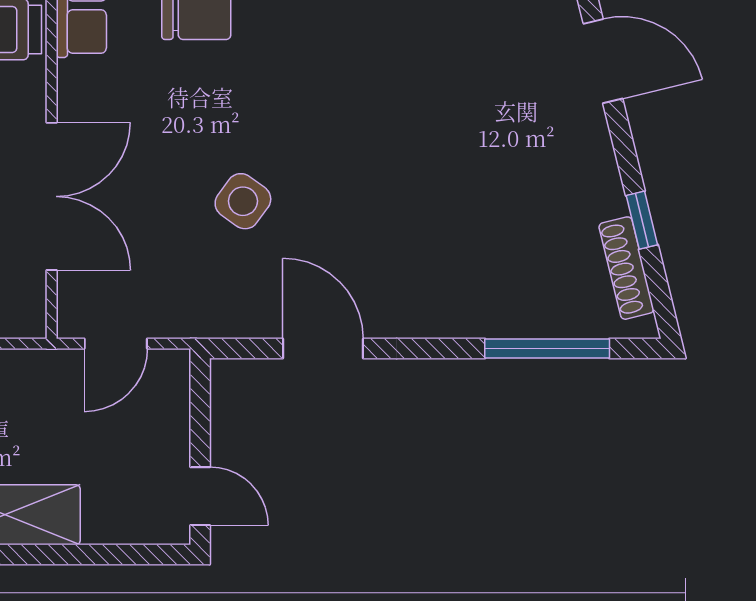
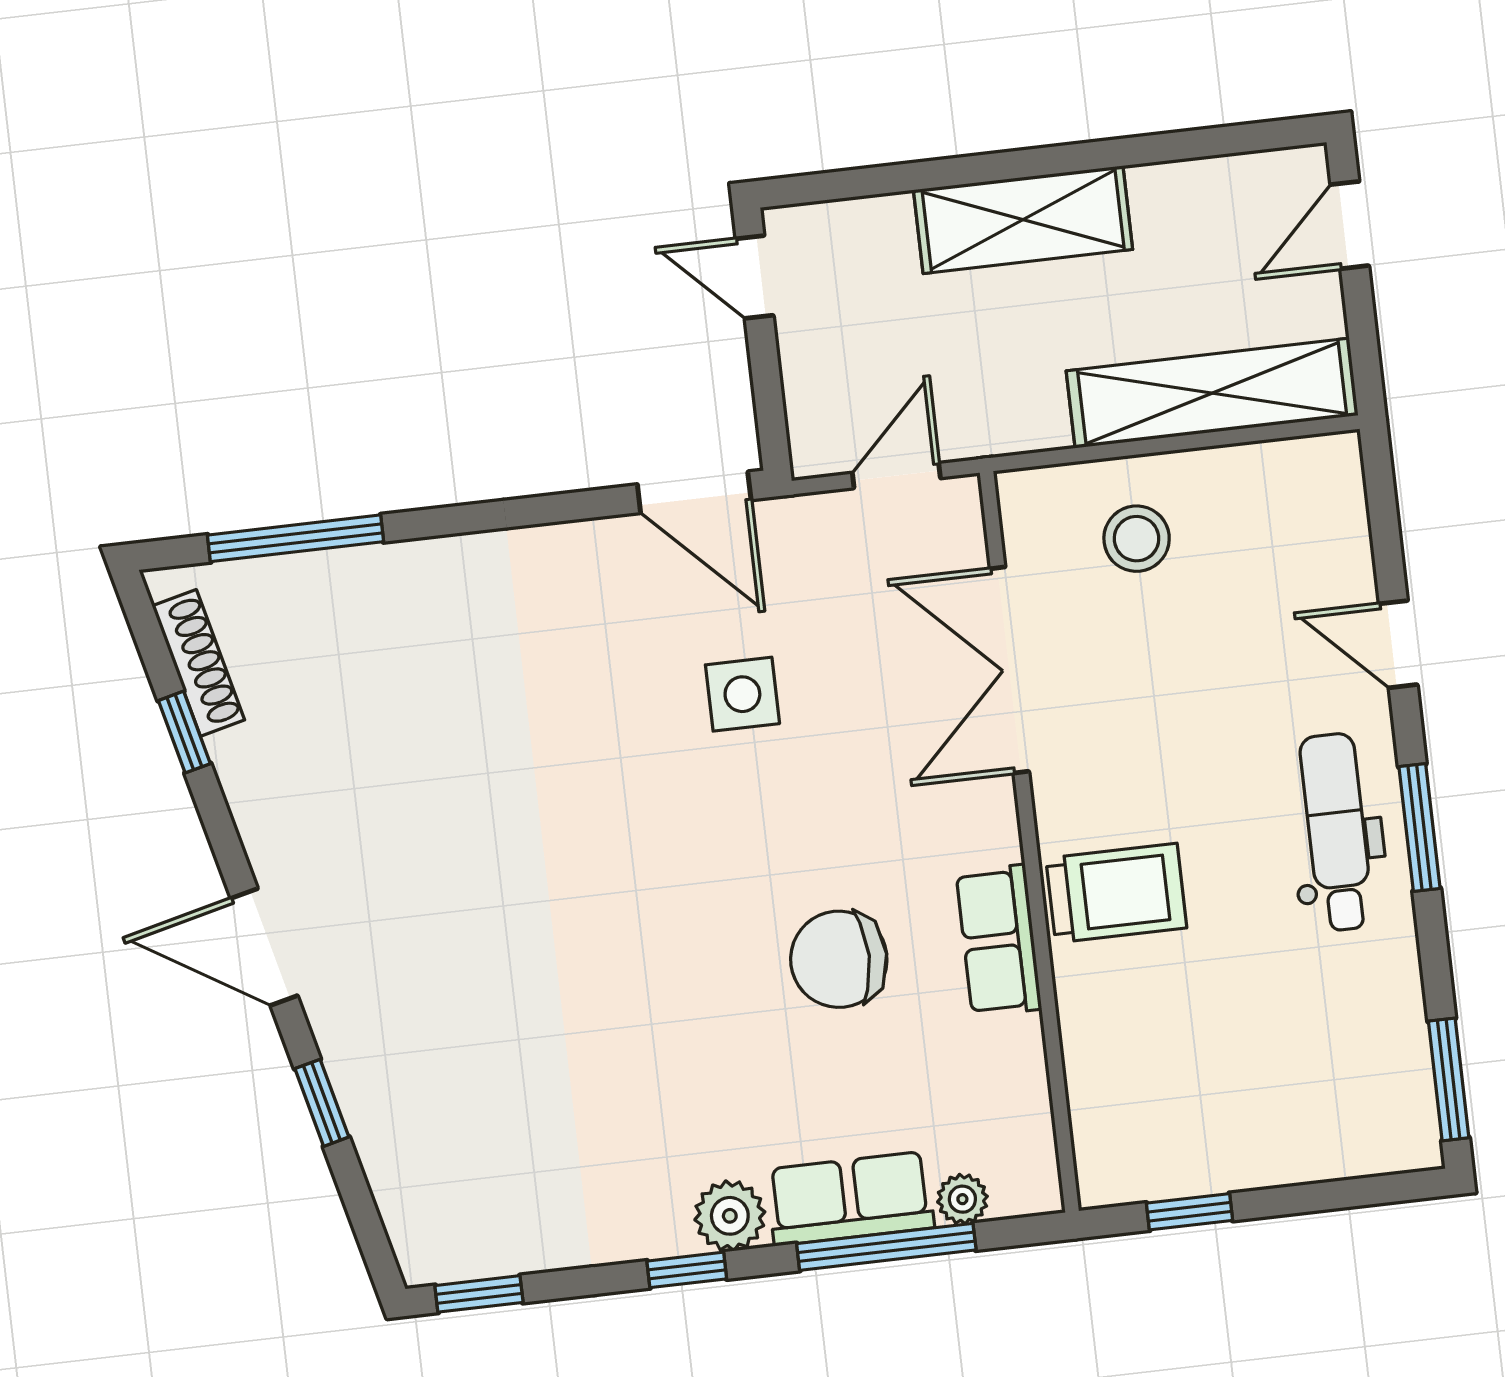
side table: (243, 201) -> (742, 694), turned -36
door: (323, 348) -> (694, 492), moved

